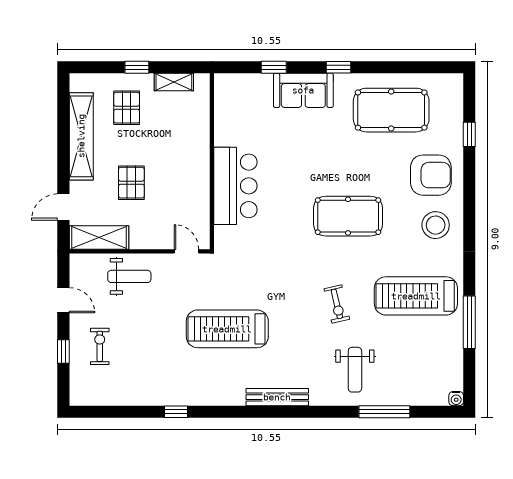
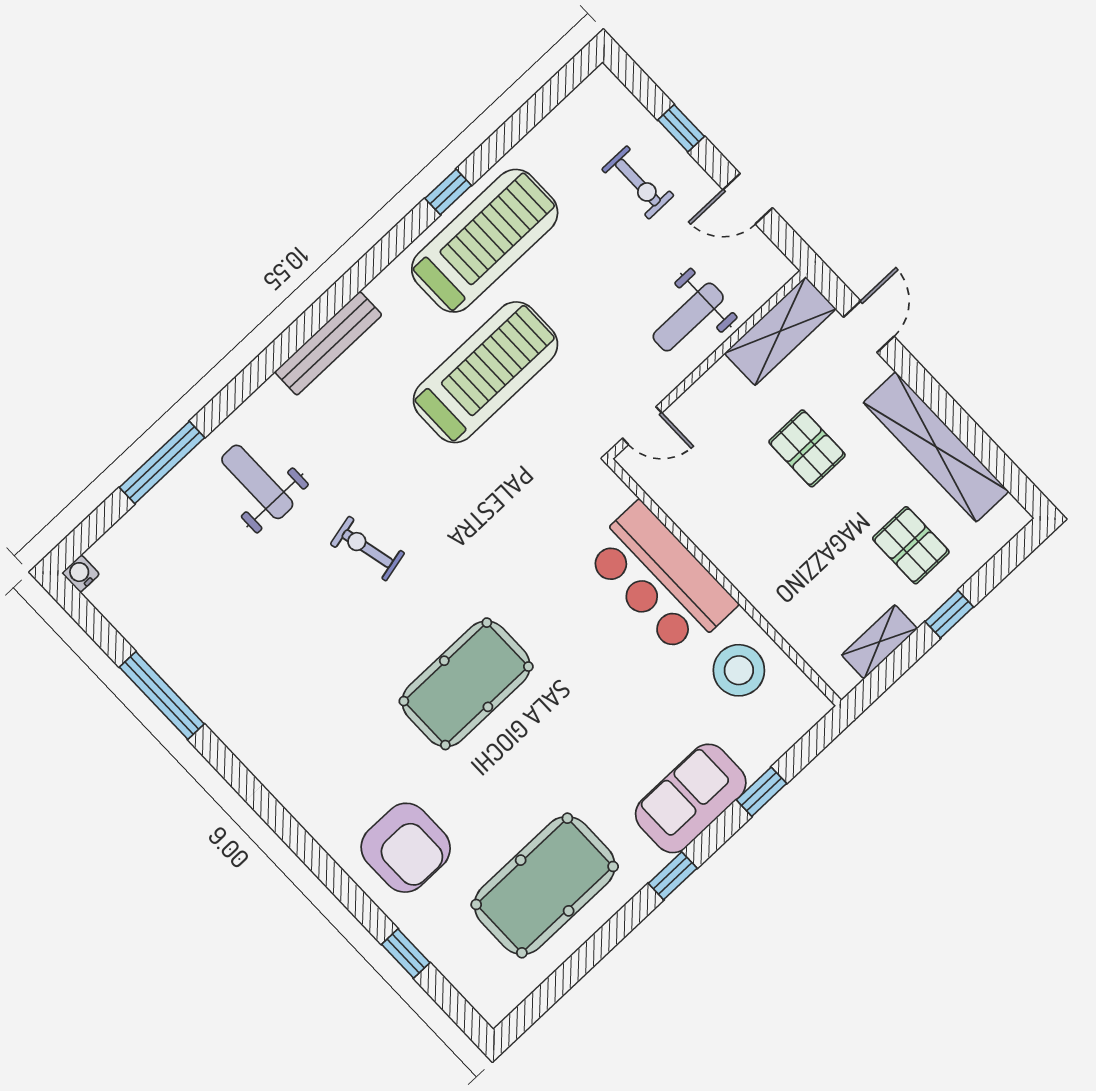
armchair: (431, 175) -> (406, 848), turned -90
stool: (436, 225) -> (739, 670), moved
treadmill: (416, 296) -> (485, 241), moved

